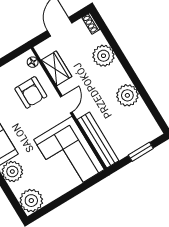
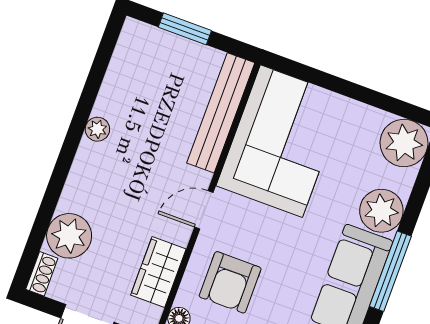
plant: (103, 56) -> (69, 236), moved
armchair: (31, 92) -> (230, 282), turned 180
plant: (127, 95) -> (97, 129), width x0.53, depth x0.53

